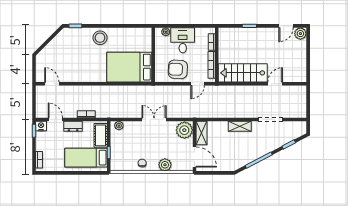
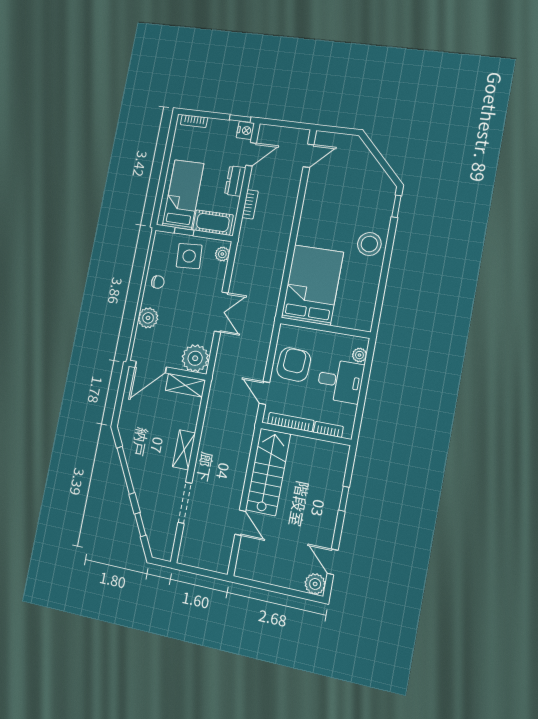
side table: (123, 146) -> (189, 256), added

